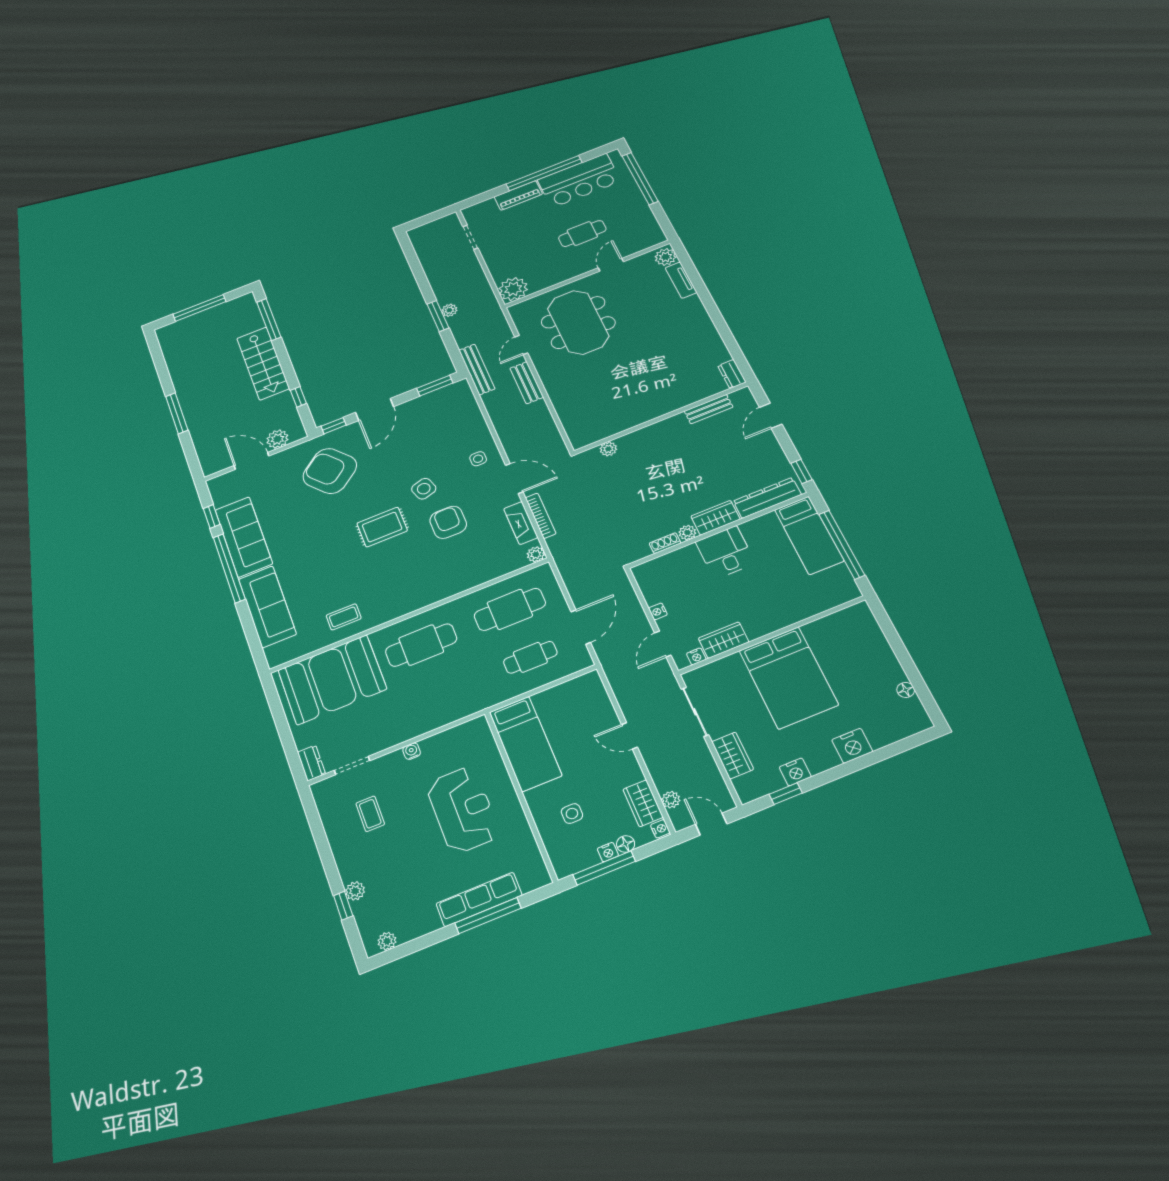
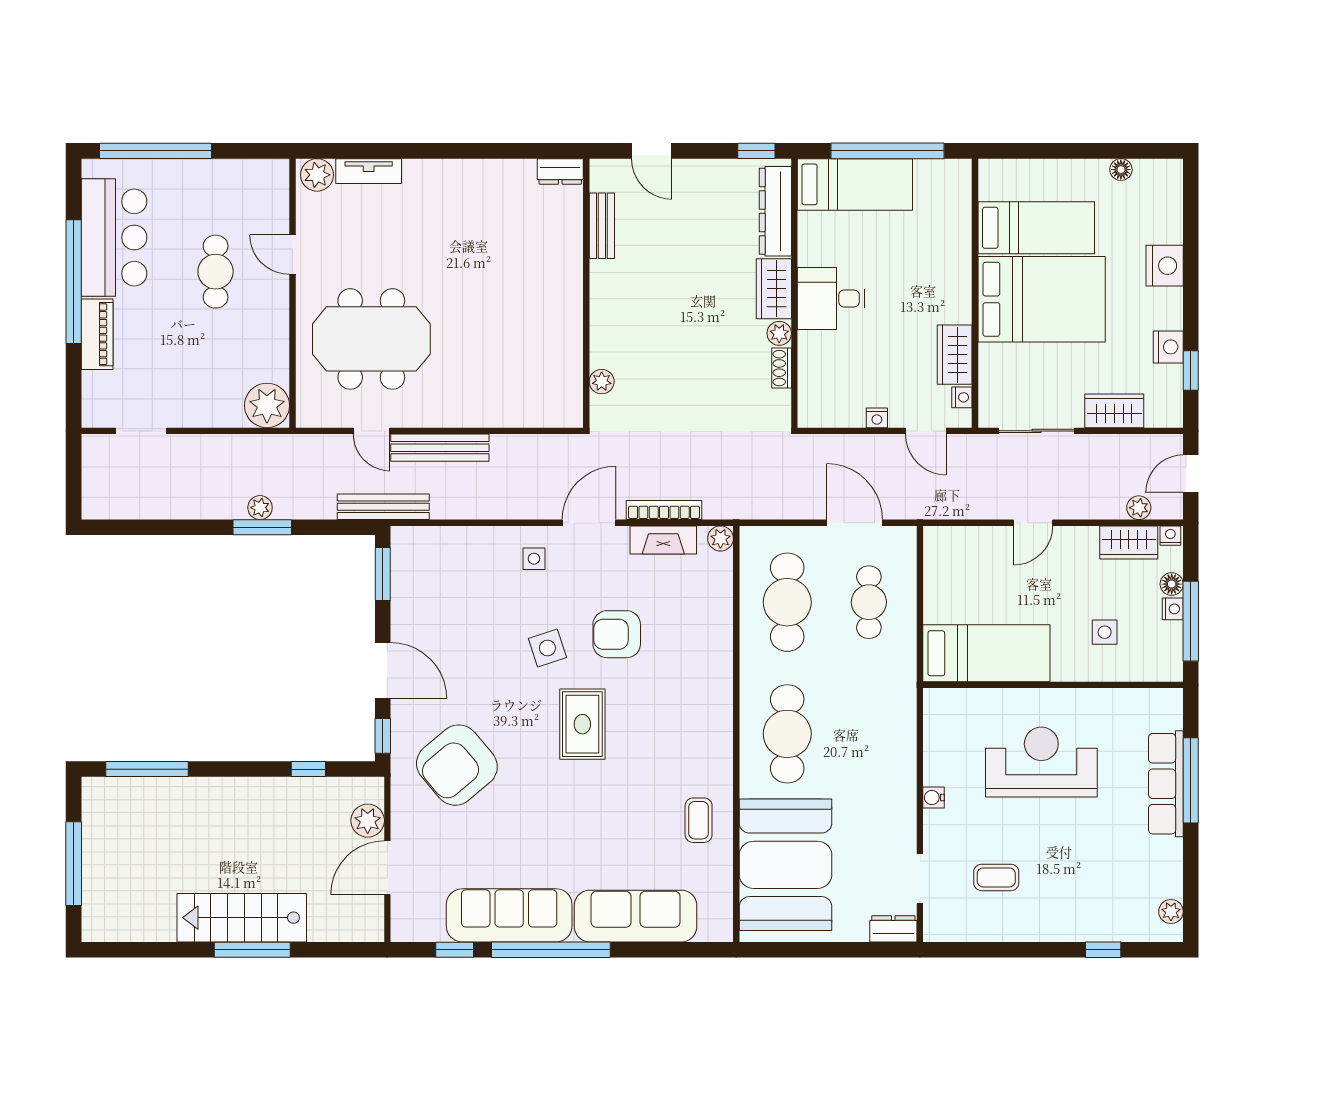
stairs: (263, 363) -> (242, 918), moved, turned 180
bench: (527, 383) -> (440, 448), width x1.36
bed: (837, 654) -> (1036, 228), added
plant: (355, 891) -> (1090, 929), removed

